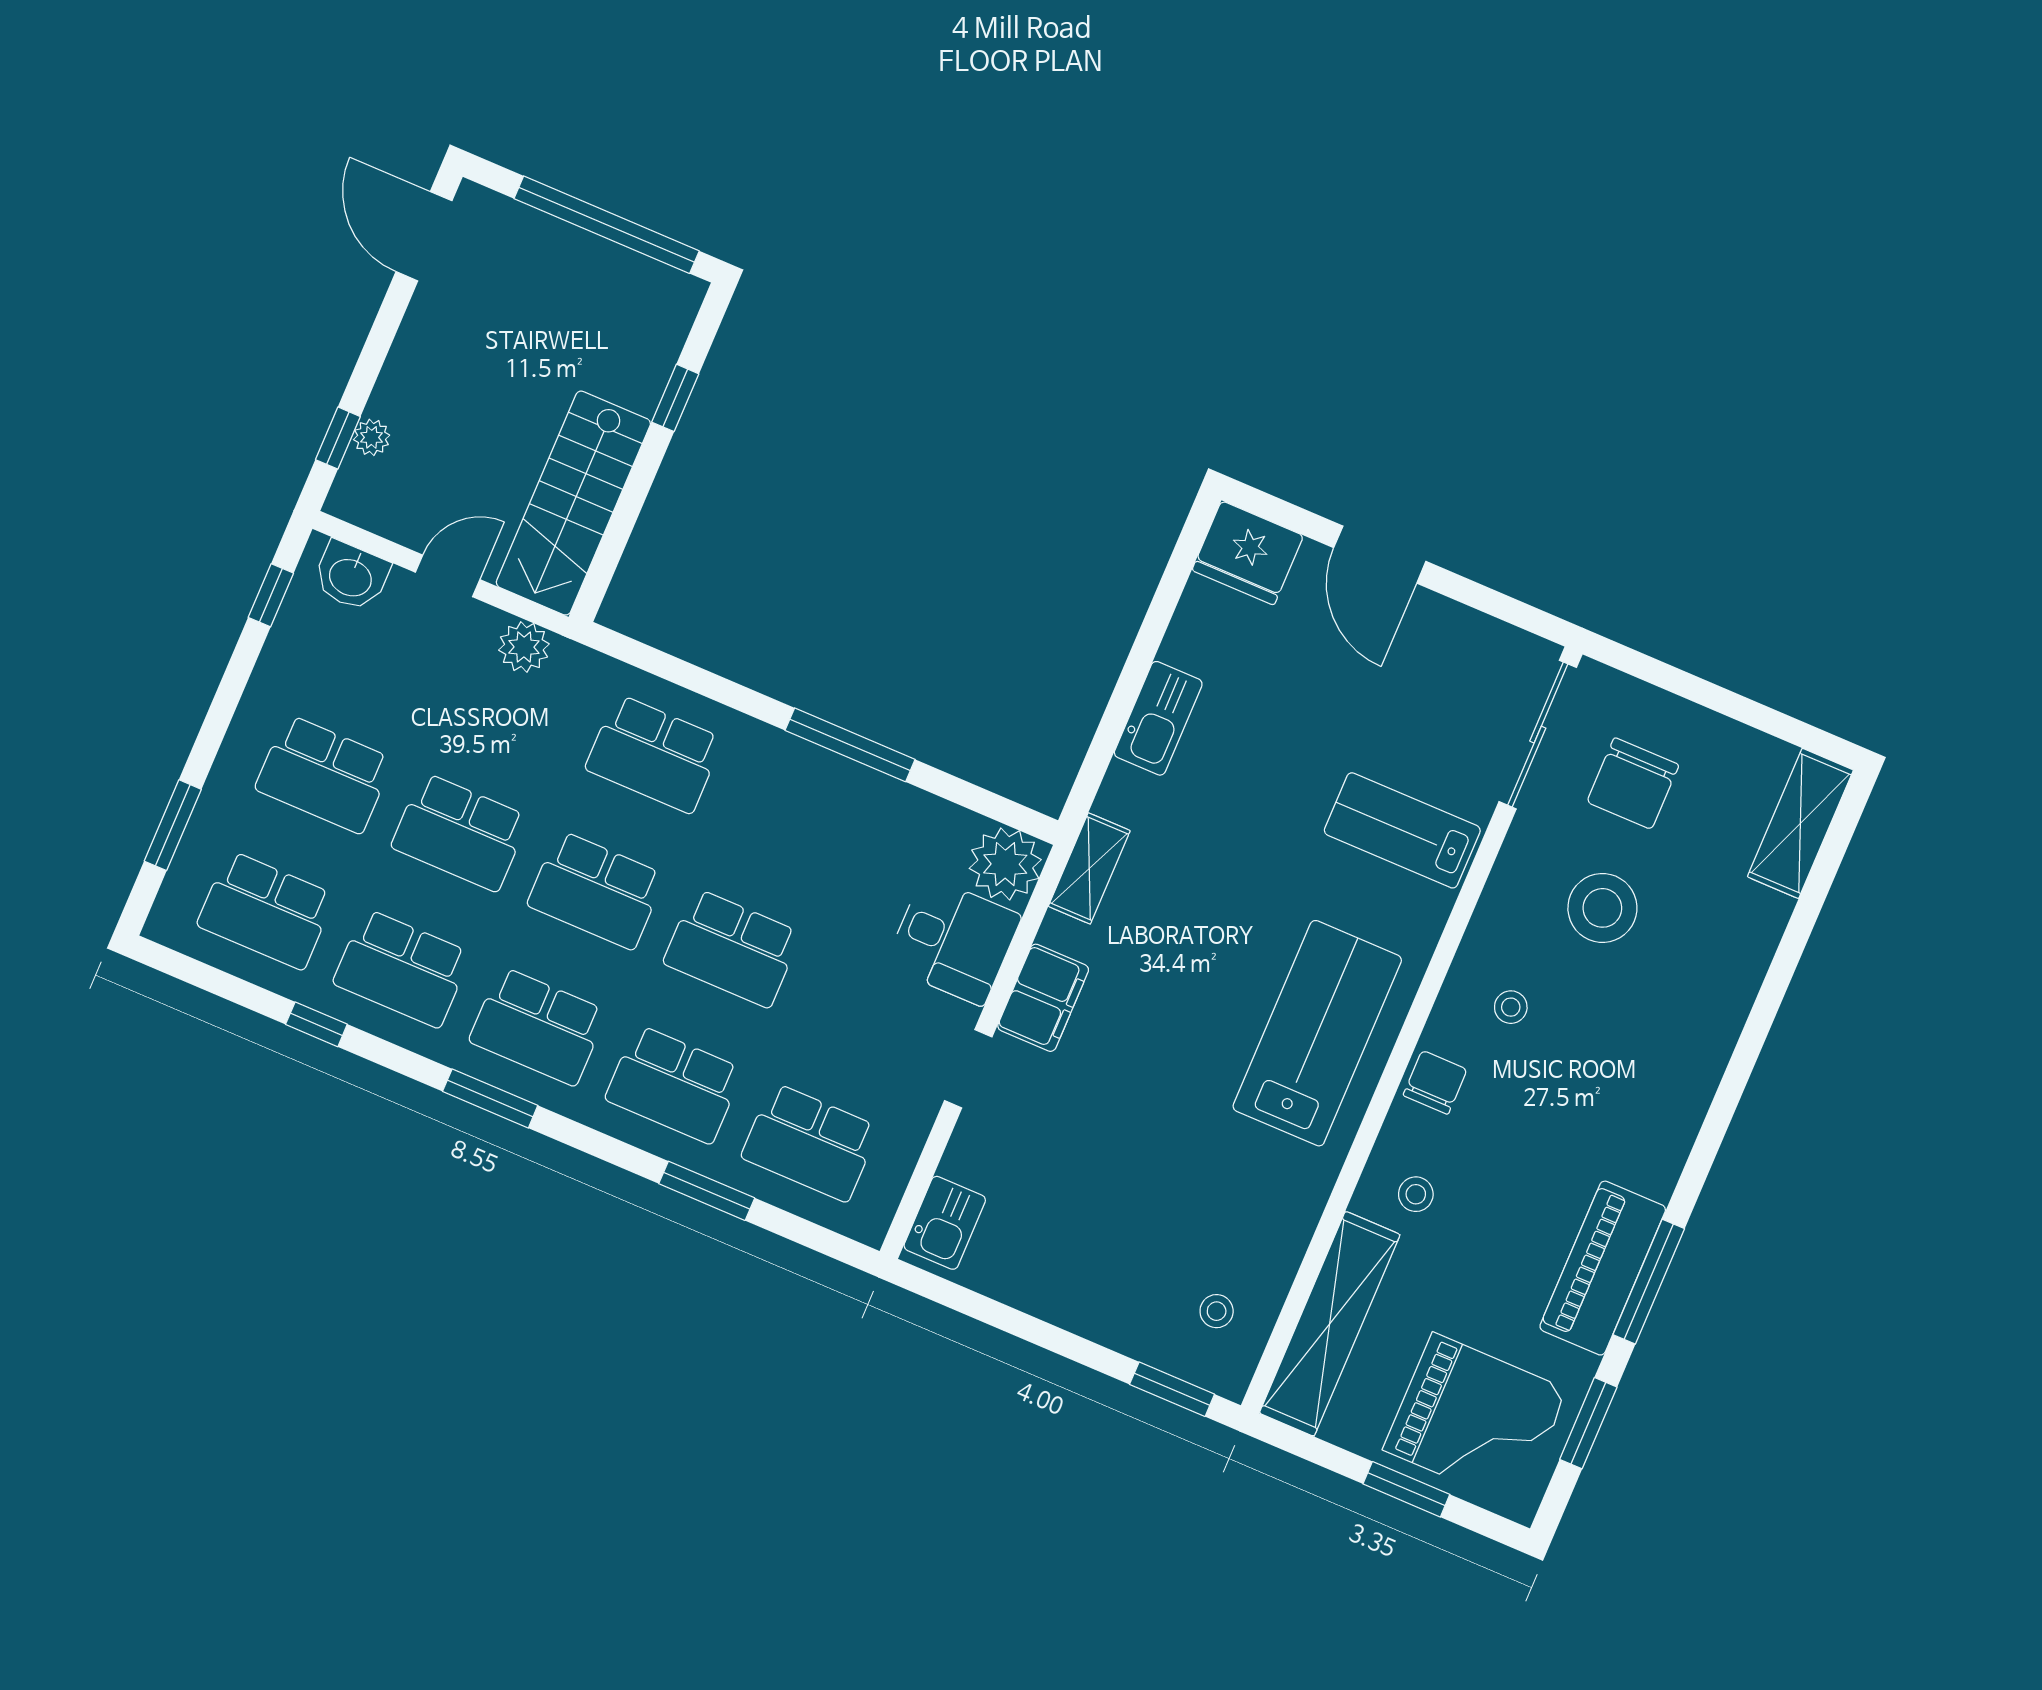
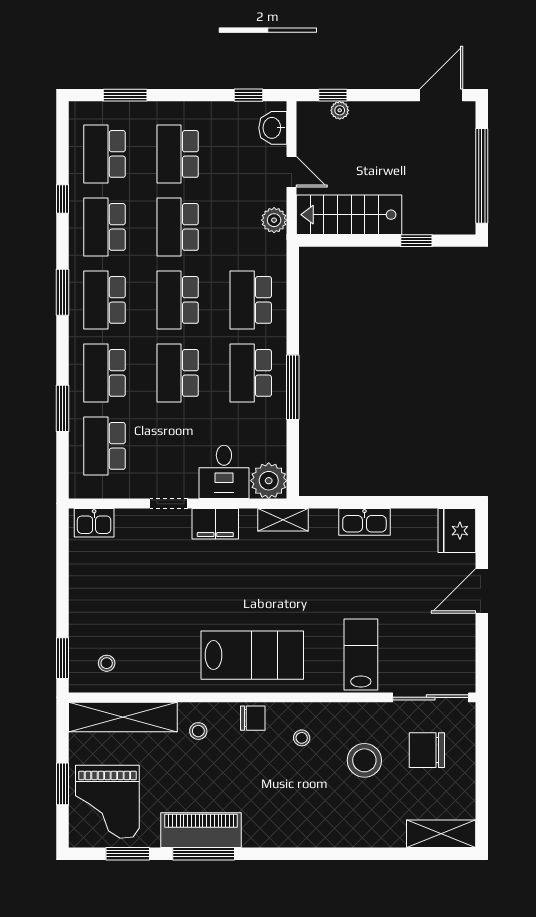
school desk: (790, 812) -> (251, 373), added

